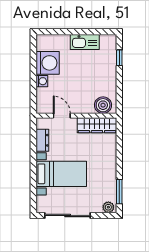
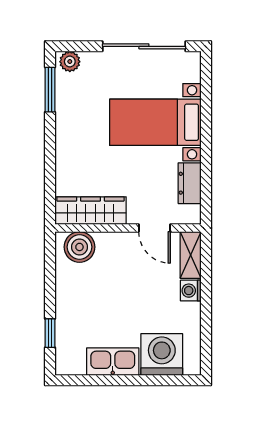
washing machine: (48, 63) -> (162, 355), moved, turned 90
shelving: (42, 101) -> (191, 255), added

